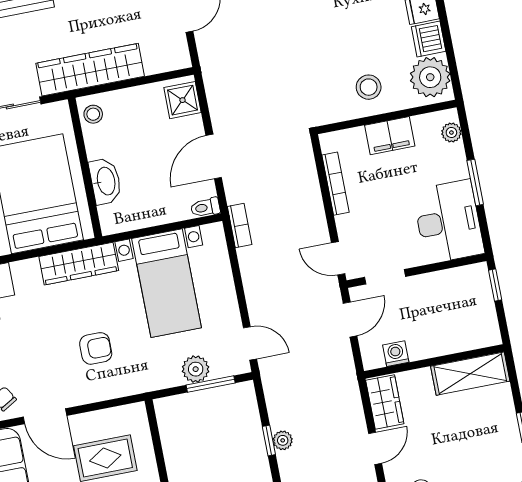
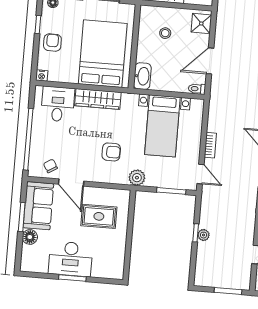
stool: (93, 114) -> (165, 33), moved
washbasin: (105, 181) -> (142, 76), moved
bookcase: (240, 226) -> (210, 145), moved
wardrobe: (79, 264) -> (98, 99), moved
plant: (196, 369) -> (137, 178), moved

